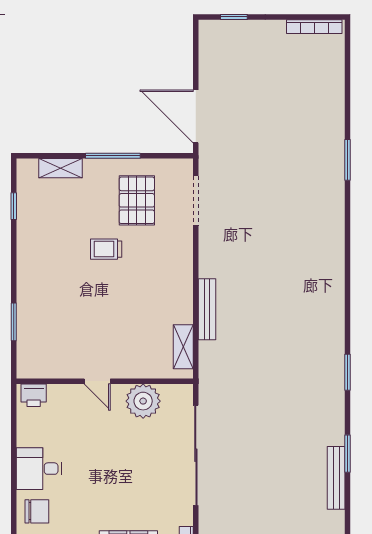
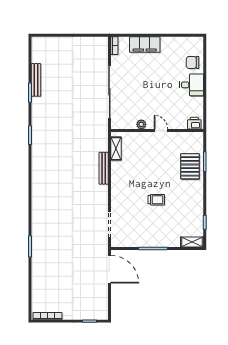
shelving: (61, 168) -> (192, 242), moved
pallet: (137, 200) -> (190, 166), moved
plant: (143, 401) -> (141, 124), width x0.53, depth x0.53

